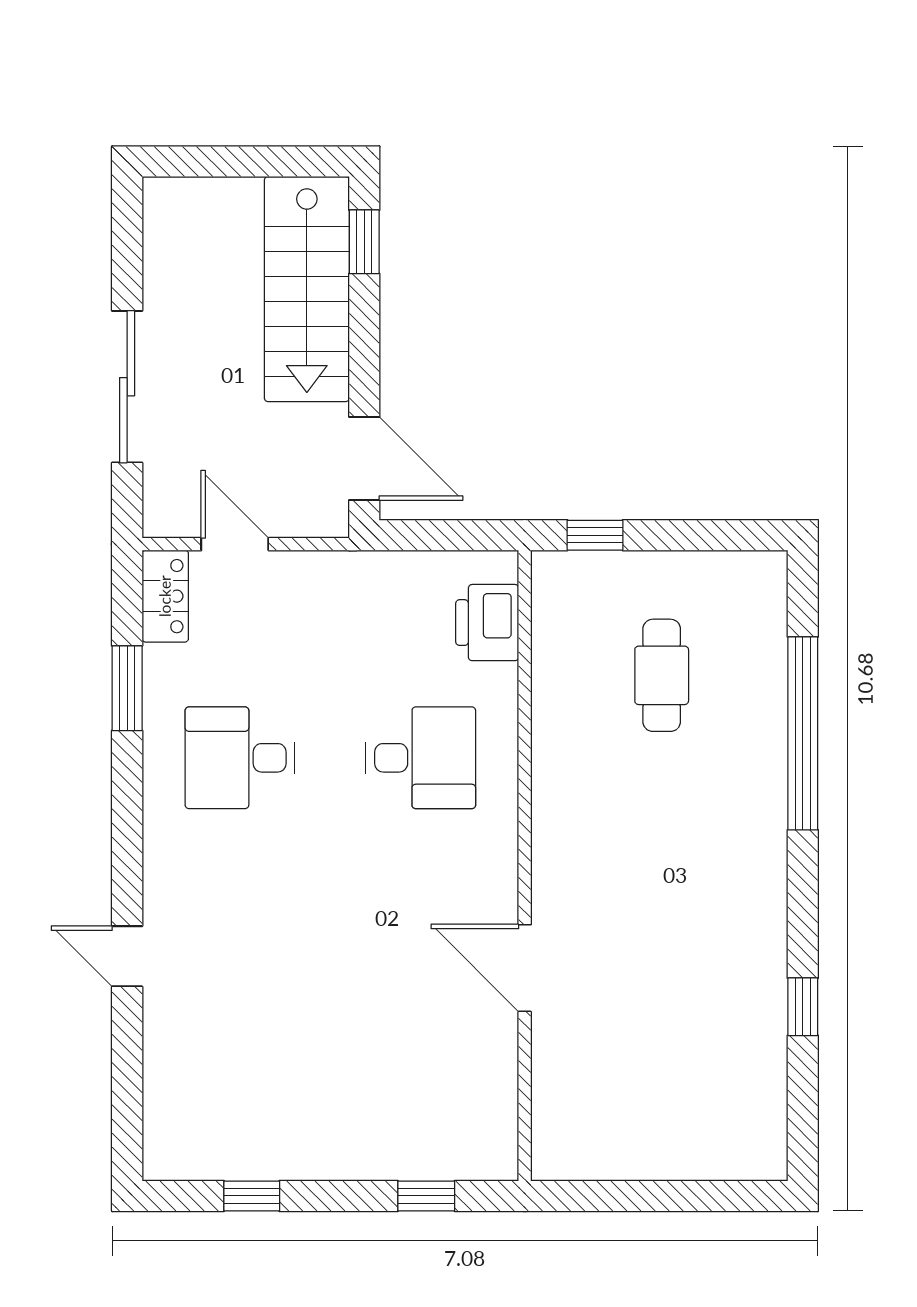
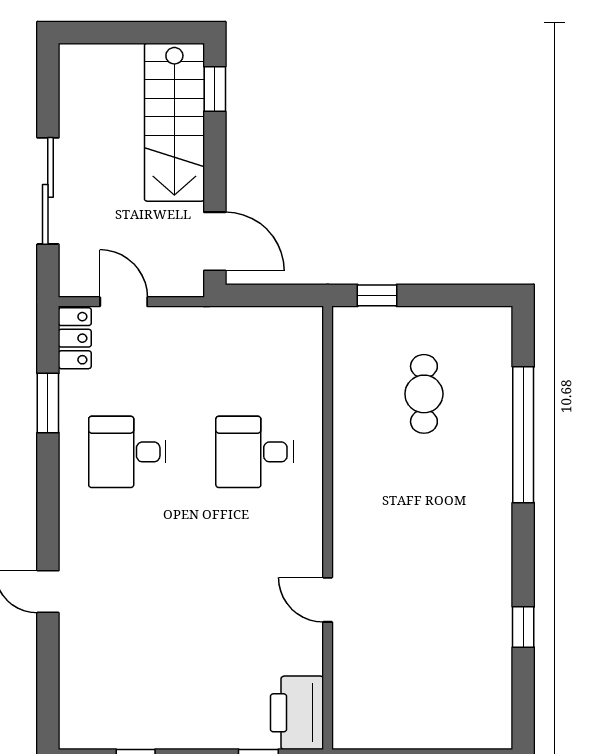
printer: (487, 623) -> (297, 713), moved, width x1.37, depth x1.19
desk: (421, 758) -> (255, 452), turned 180
door: (525, 968) -> (328, 600), width x0.73

